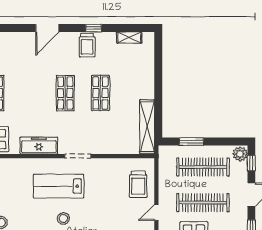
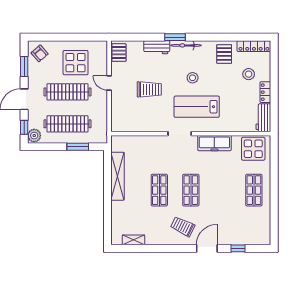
window: (94, 28) -> (238, 248), moved
trolley: (87, 45) -> (183, 227), moved, turned -64
shelving: (147, 127) -> (117, 176), moved
trolley: (138, 184) -> (149, 89), moved, turned 90
lab bench: (59, 186) -> (197, 107), turned 180
door: (156, 212) -> (109, 83), swing flipped

